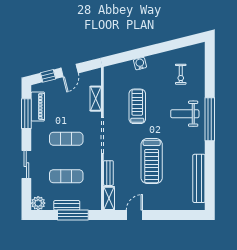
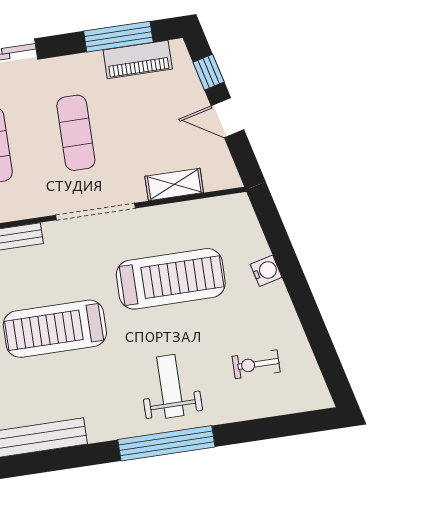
treadmill: (137, 106) -> (171, 279), width x1.37, depth x1.38

